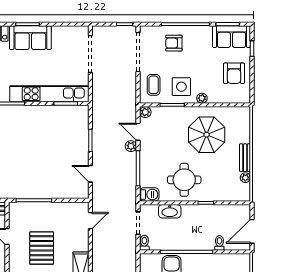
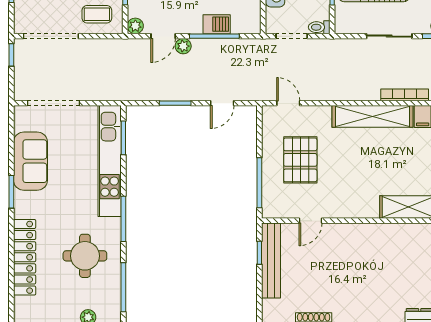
sofa: (30, 38) -> (30, 161), moved
barbecue: (149, 194) -> (217, 24), moved, turned 90
pallet: (42, 248) -> (300, 160), moved, turned 90

